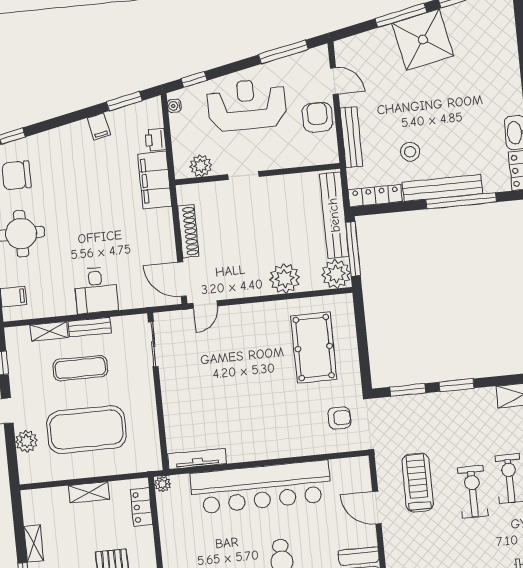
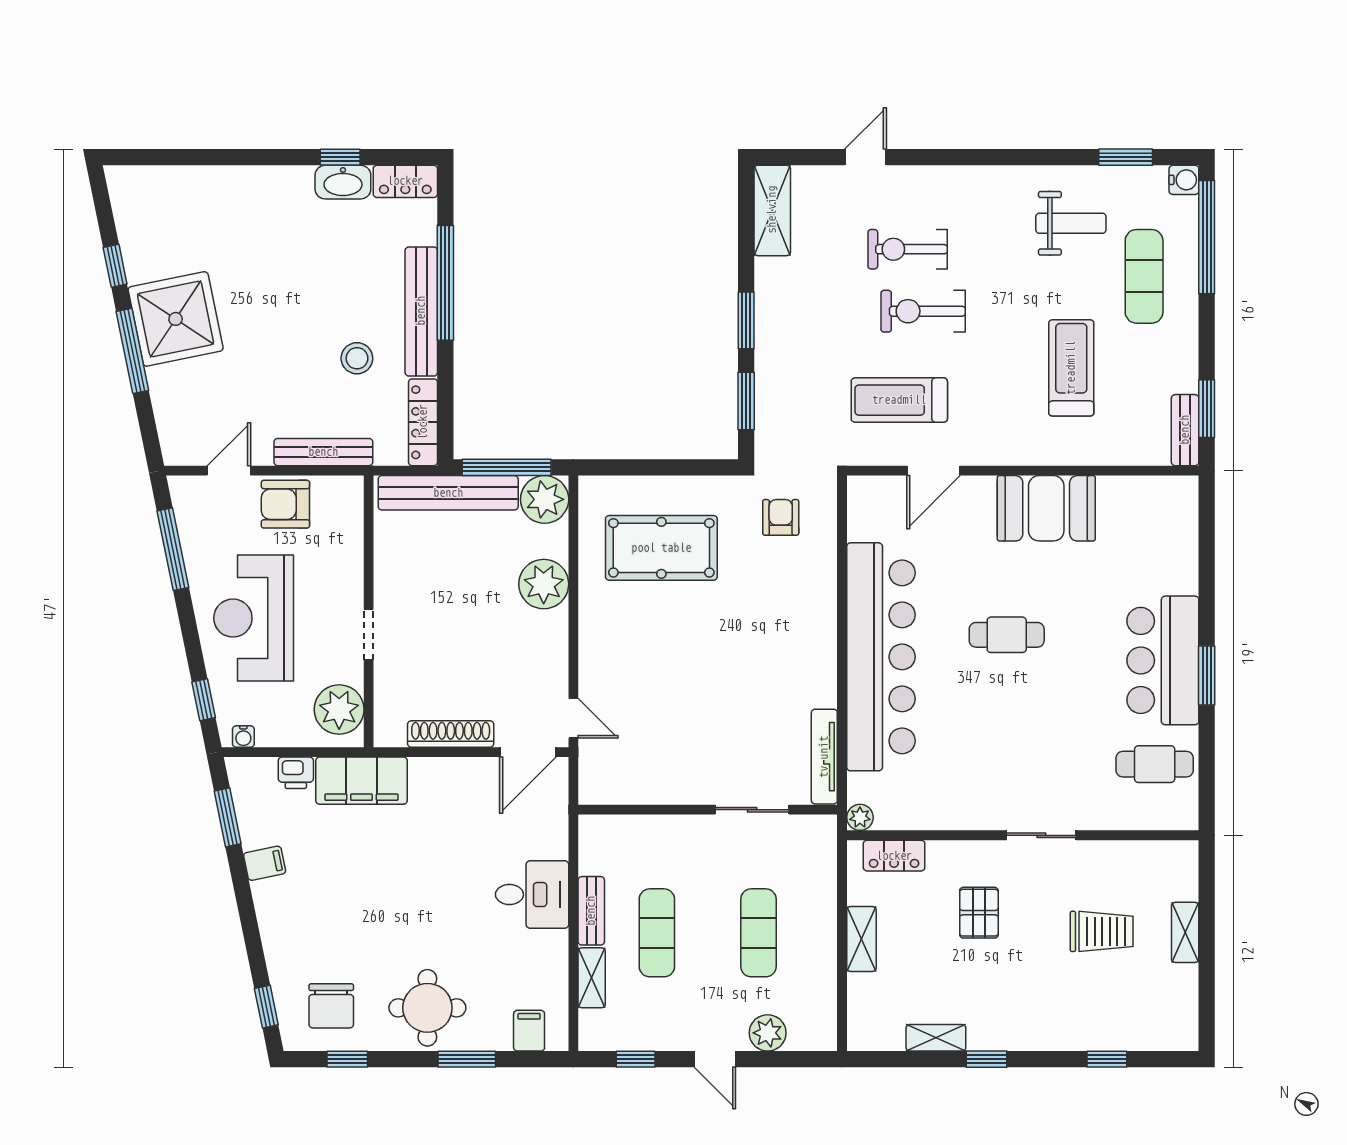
plant: (201, 166) -> (339, 710), width x1.36, depth x1.36
sliding door: (153, 344) -> (752, 810), moved
exercise mat: (86, 430) -> (758, 933), width x0.50, depth x0.69

